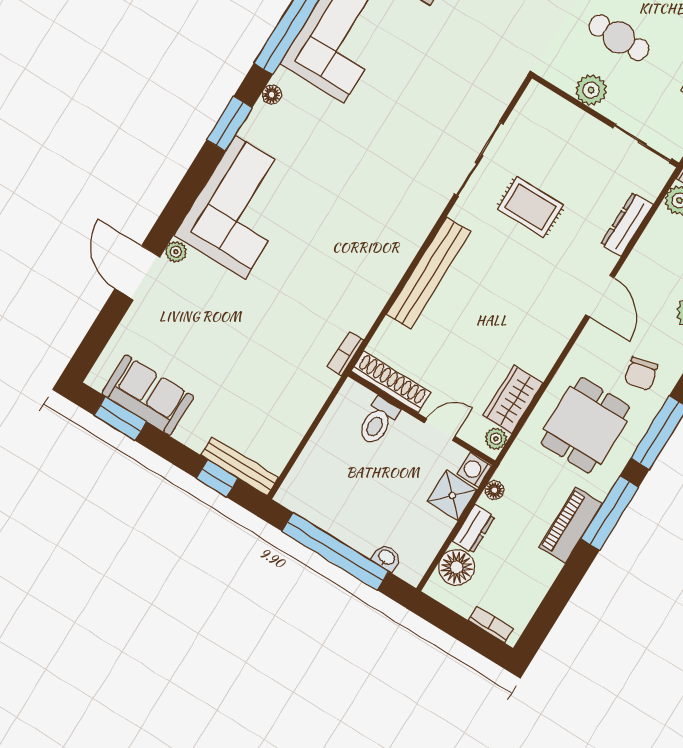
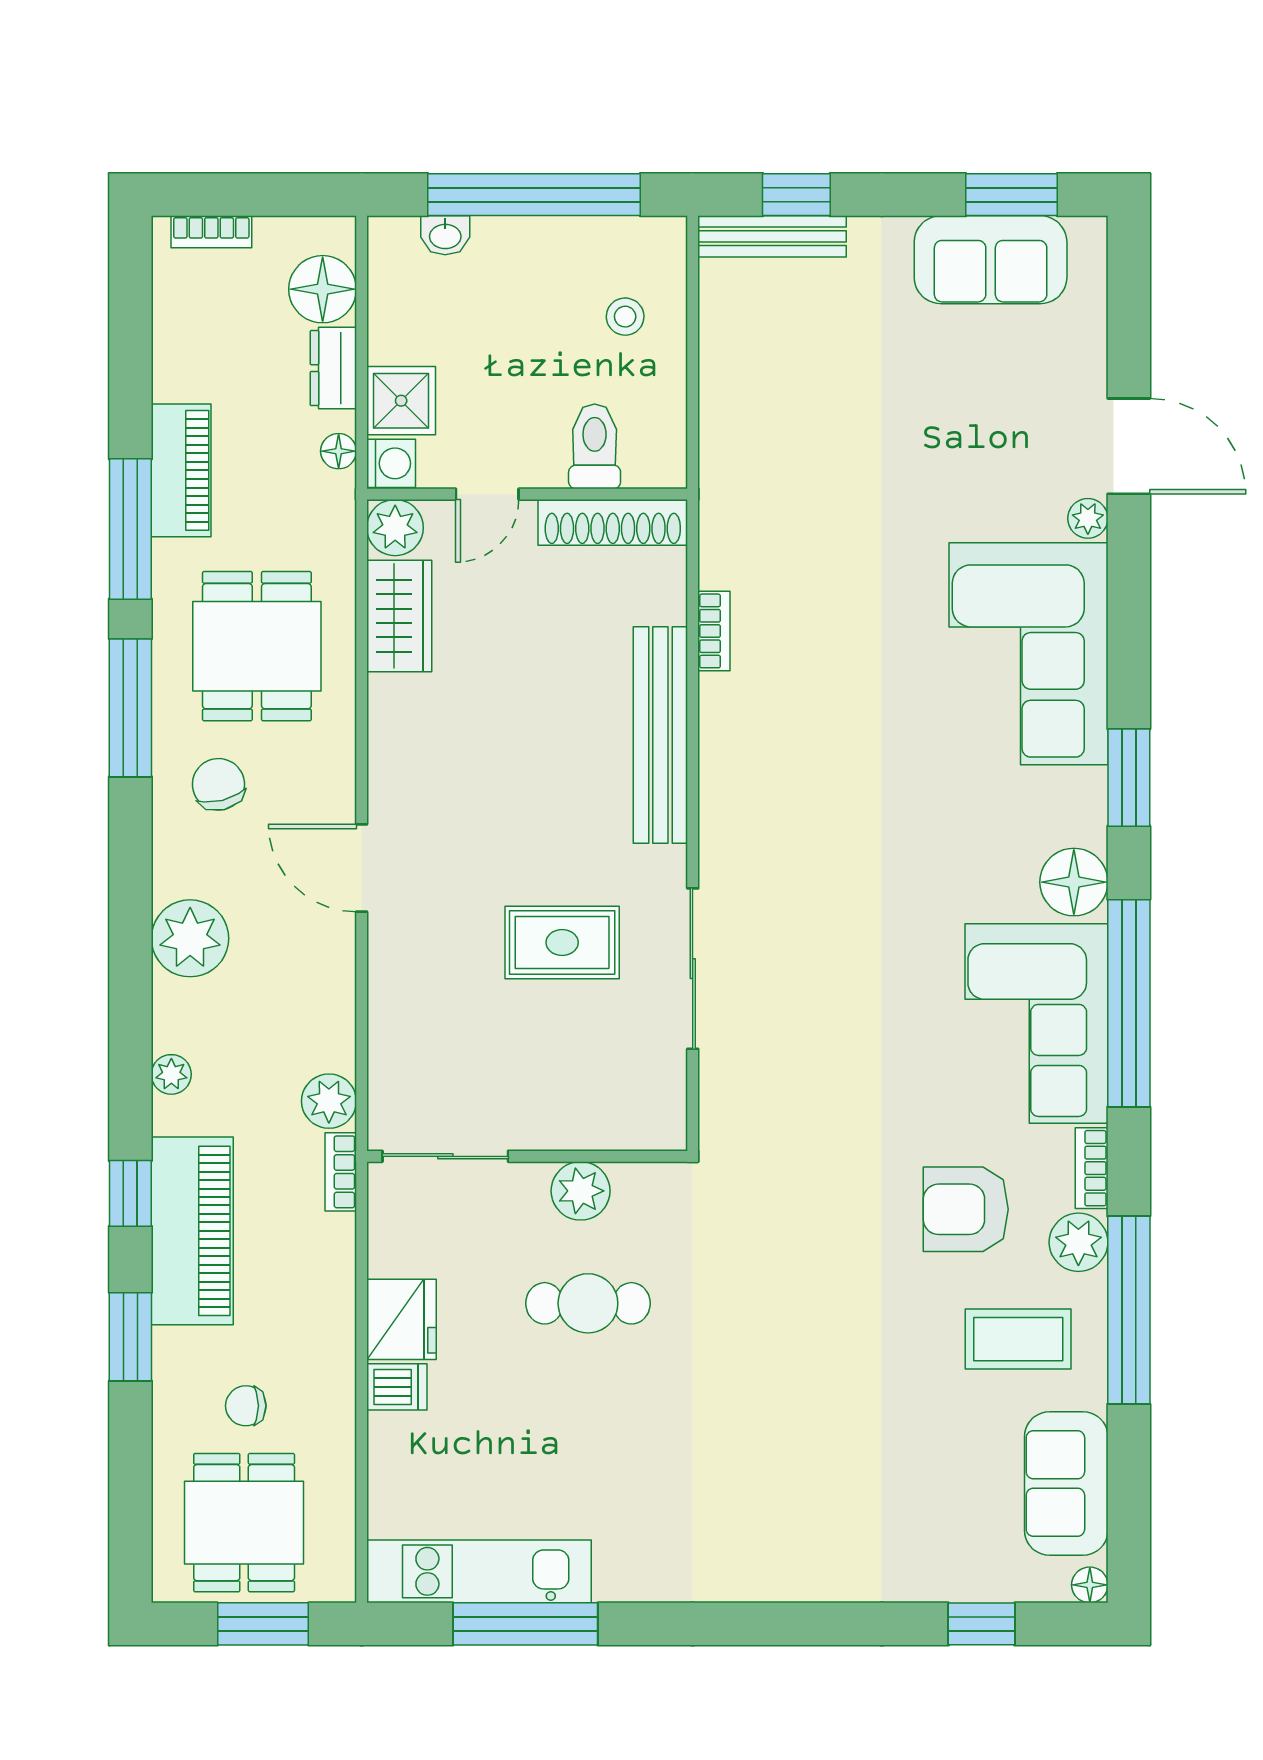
floor lamp: (272, 95) -> (1074, 882), width x1.89, depth x1.89
dresser: (627, 224) -> (390, 1010), removed
bookcase: (346, 353) -> (714, 631), moved
plant: (496, 439) -> (395, 528), width x1.38, depth x1.38
stool: (328, 471) -> (625, 317), added

